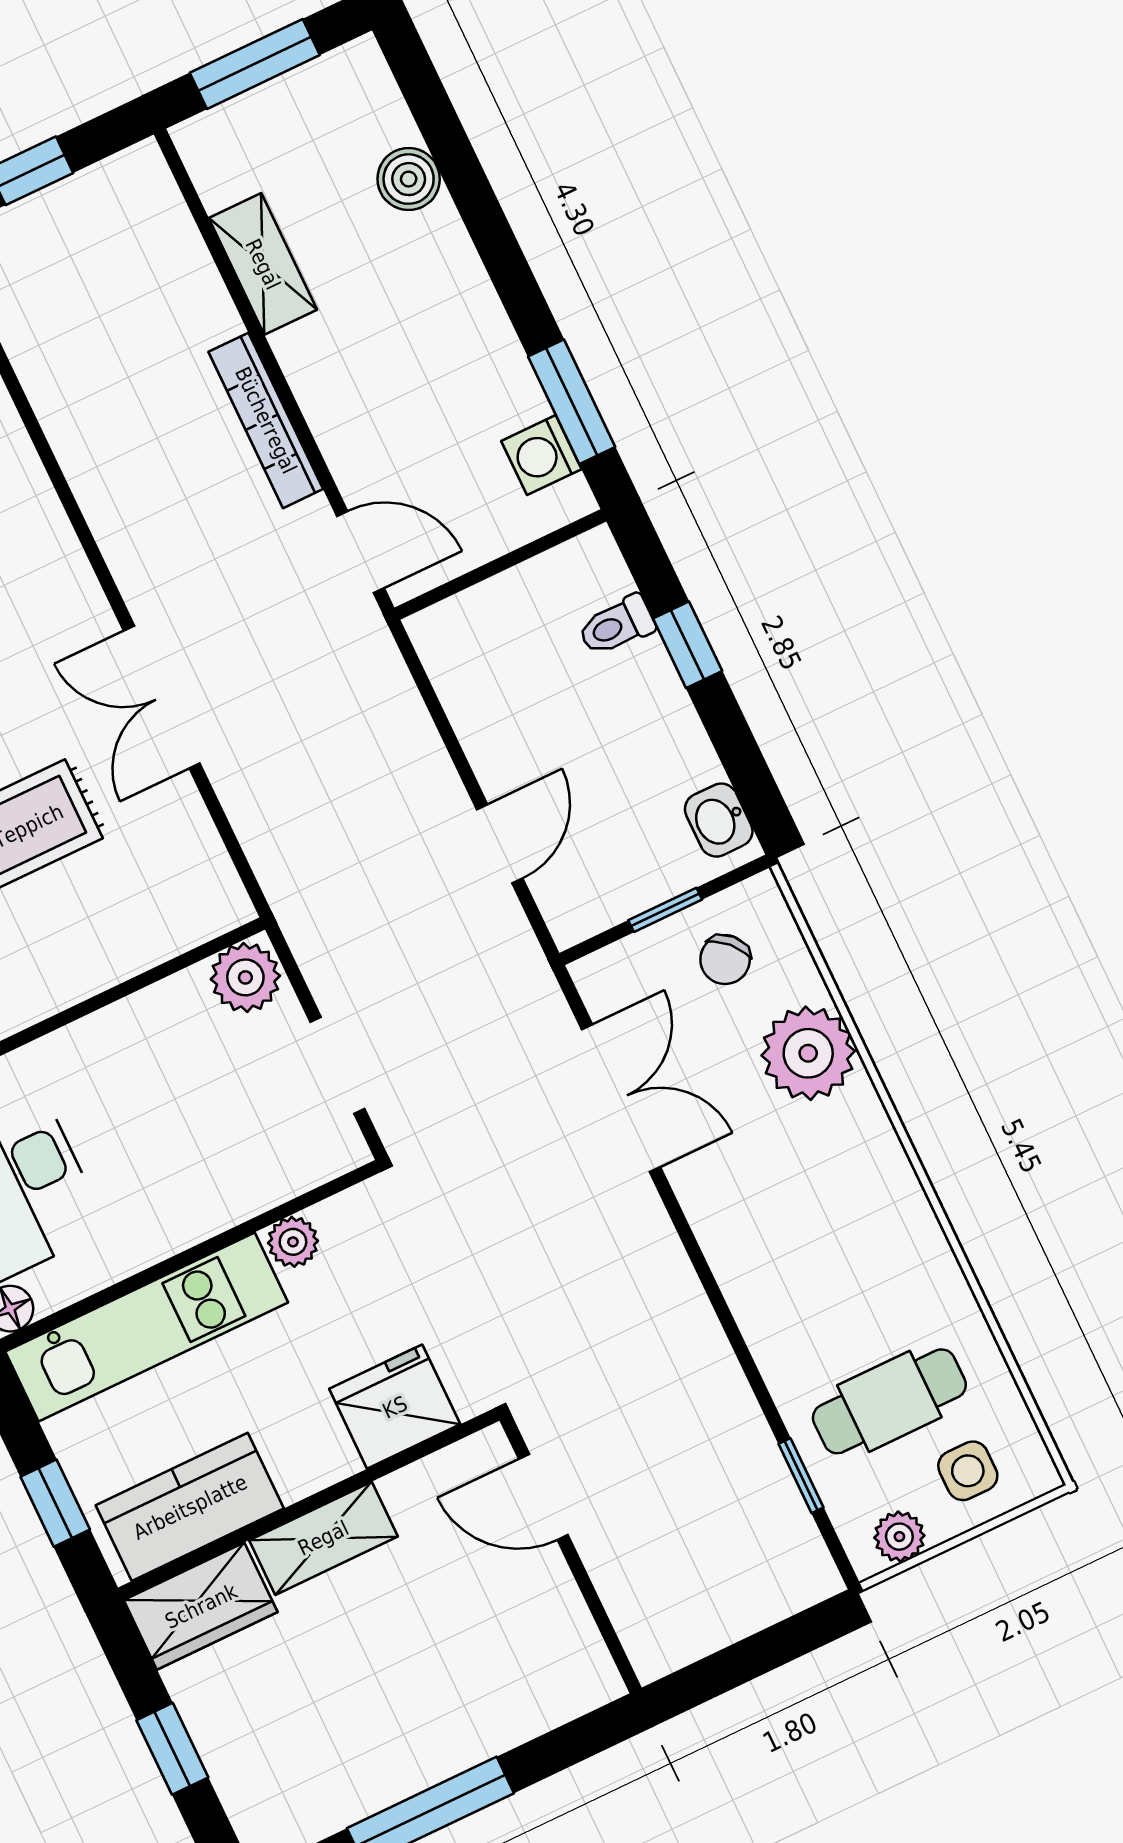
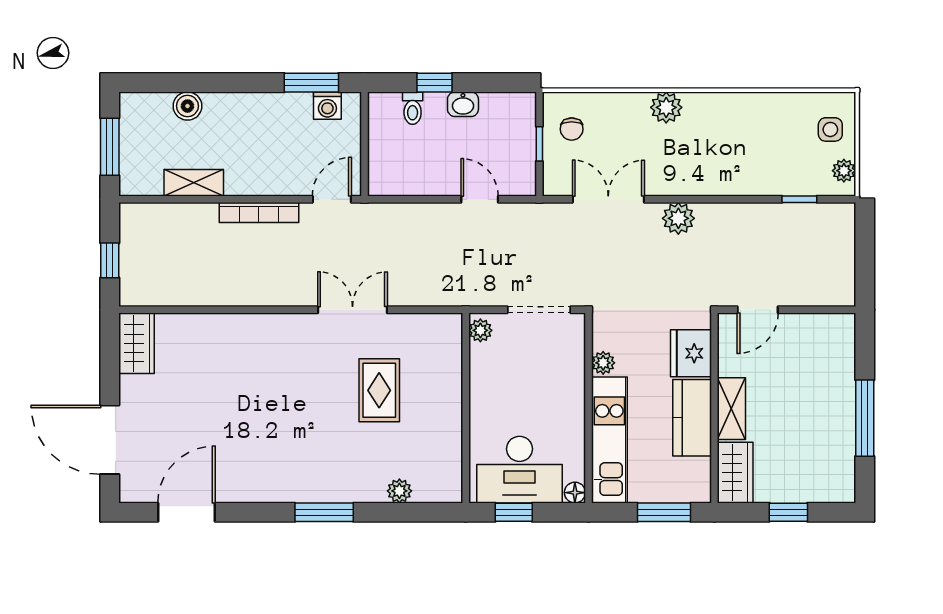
double door: (162, 697) -> (353, 310), swing flipped
washbasin: (719, 820) -> (463, 104), moved
chair: (725, 960) -> (572, 129), turned 44
plant: (245, 977) -> (480, 330), width x0.73, depth x0.73
plant: (808, 1053) -> (666, 107), moved, width x0.73, depth x0.73
doorway: (337, 1065) -> (539, 310), width x1.38
plant: (649, 1254) -> (678, 218), added
cafe table: (889, 1401) -> (786, 148), removed
window: (55, 1503) -> (664, 512), width x1.50
kitchen counter: (190, 1507) -> (692, 418), moved

